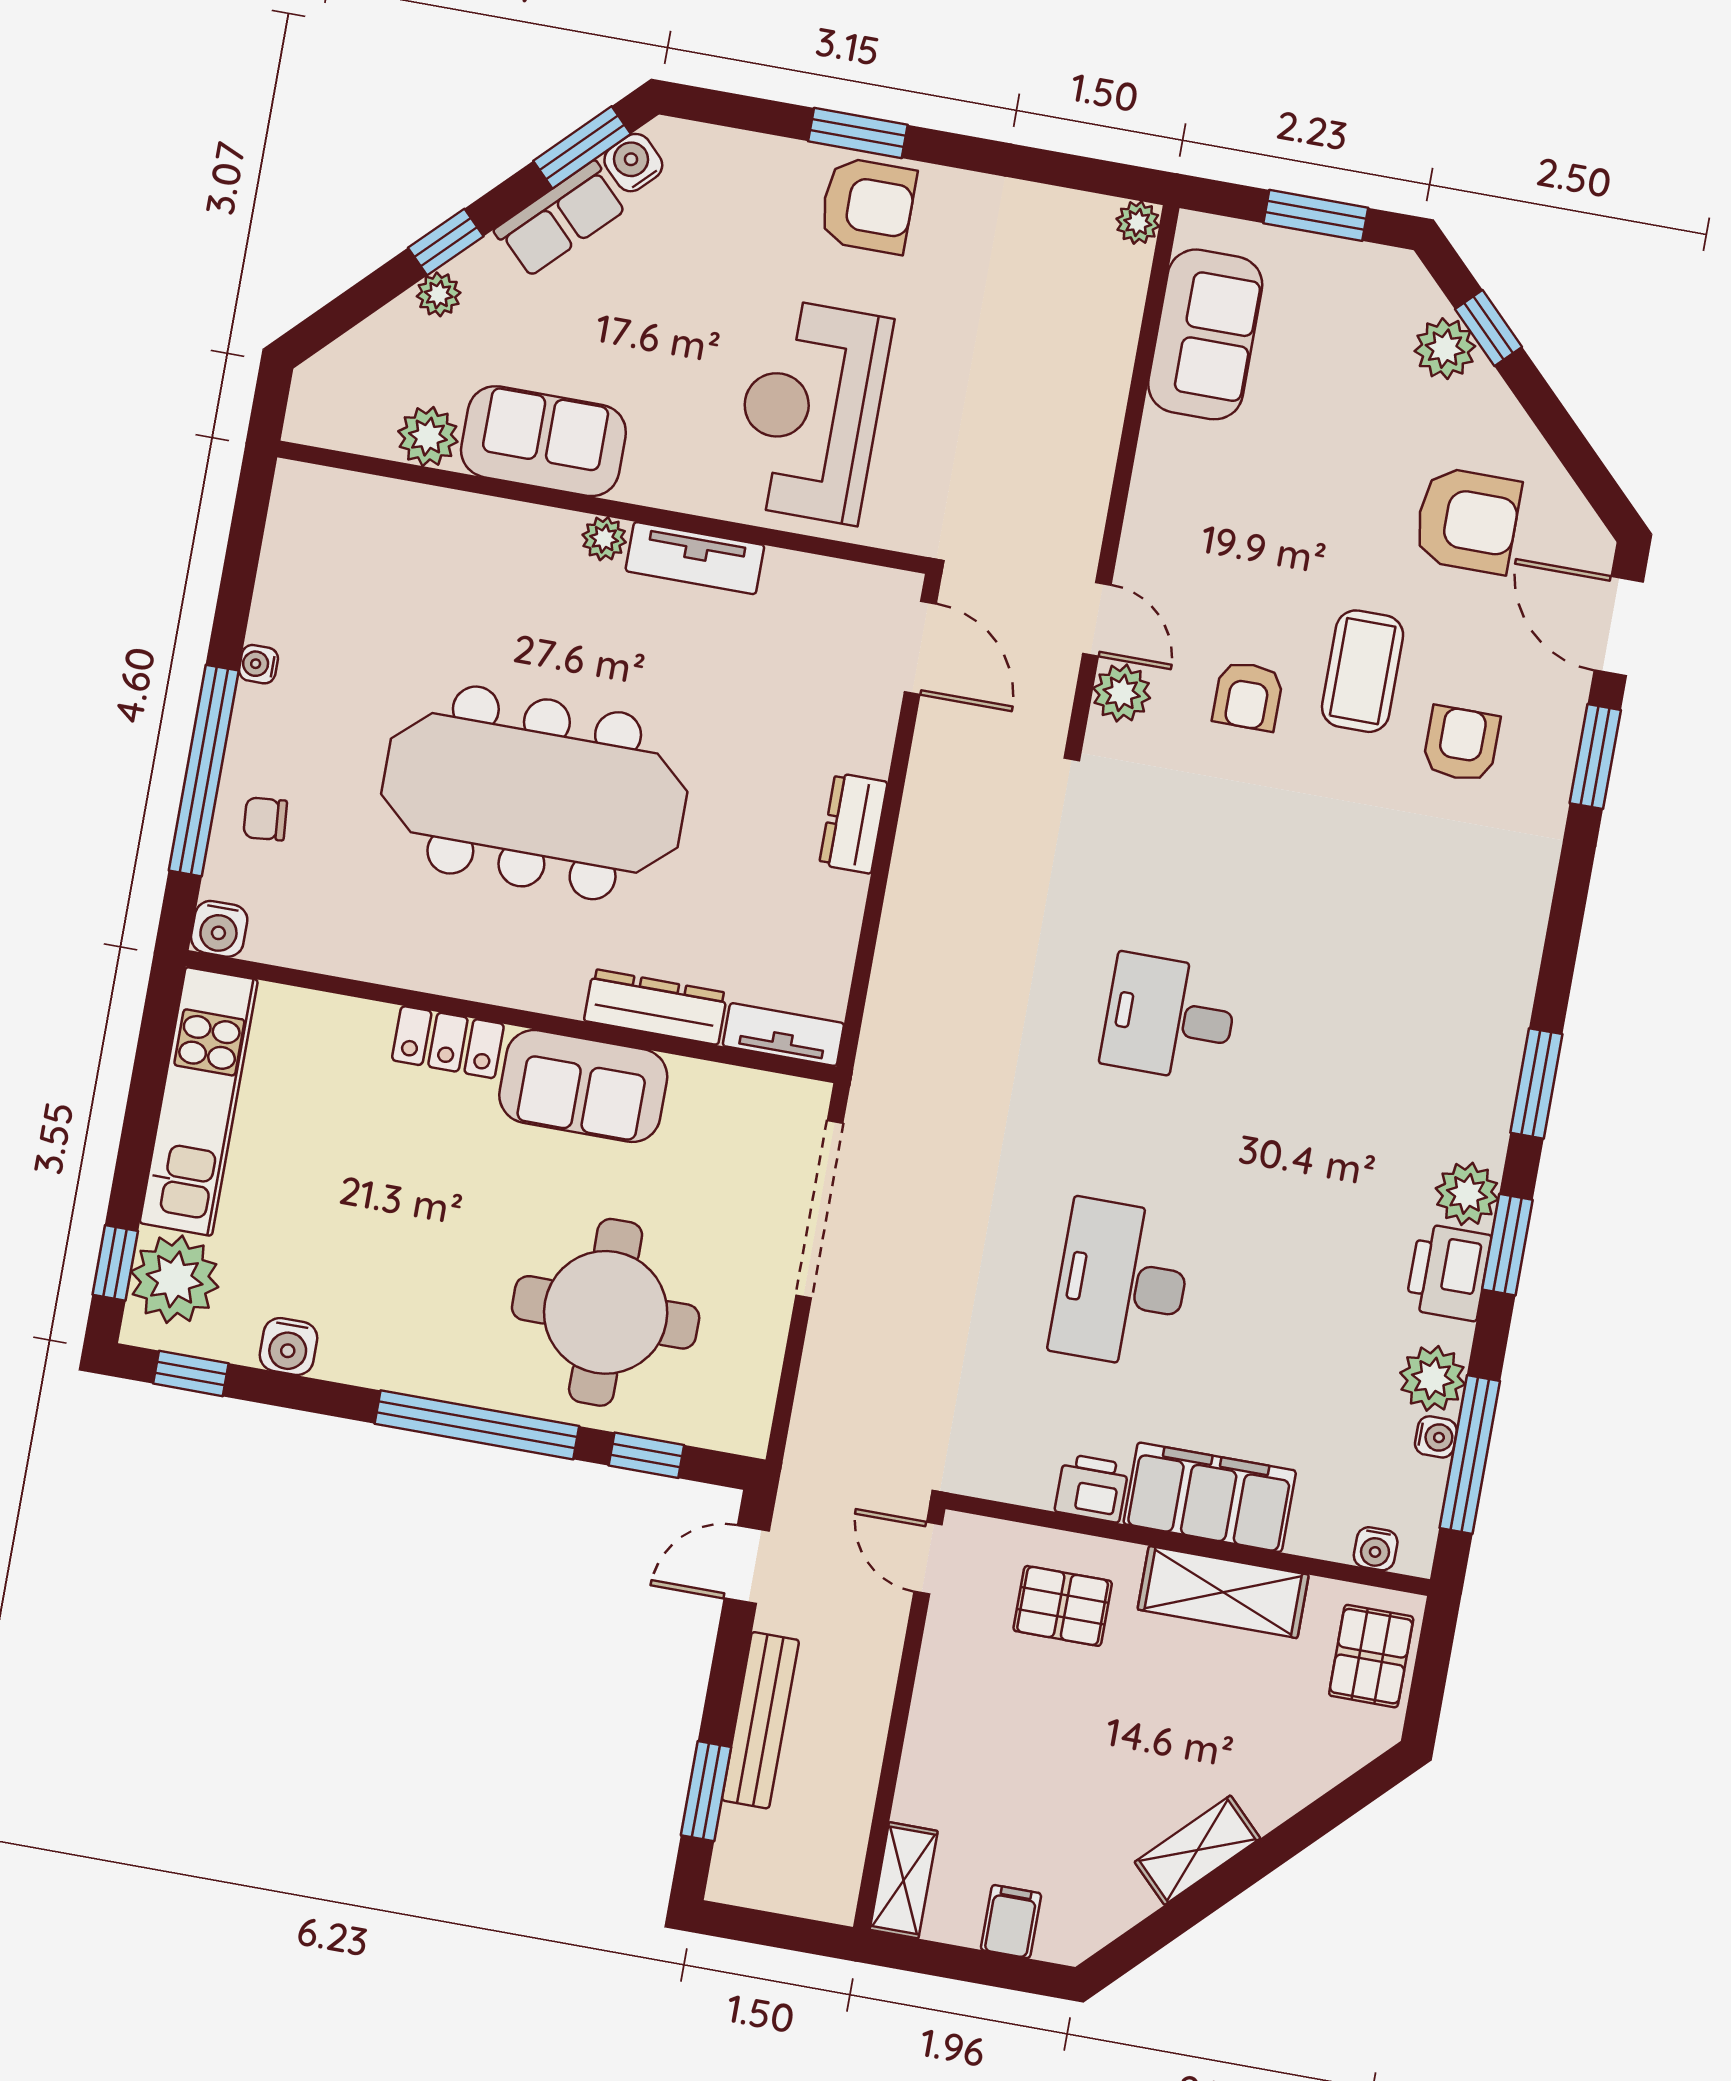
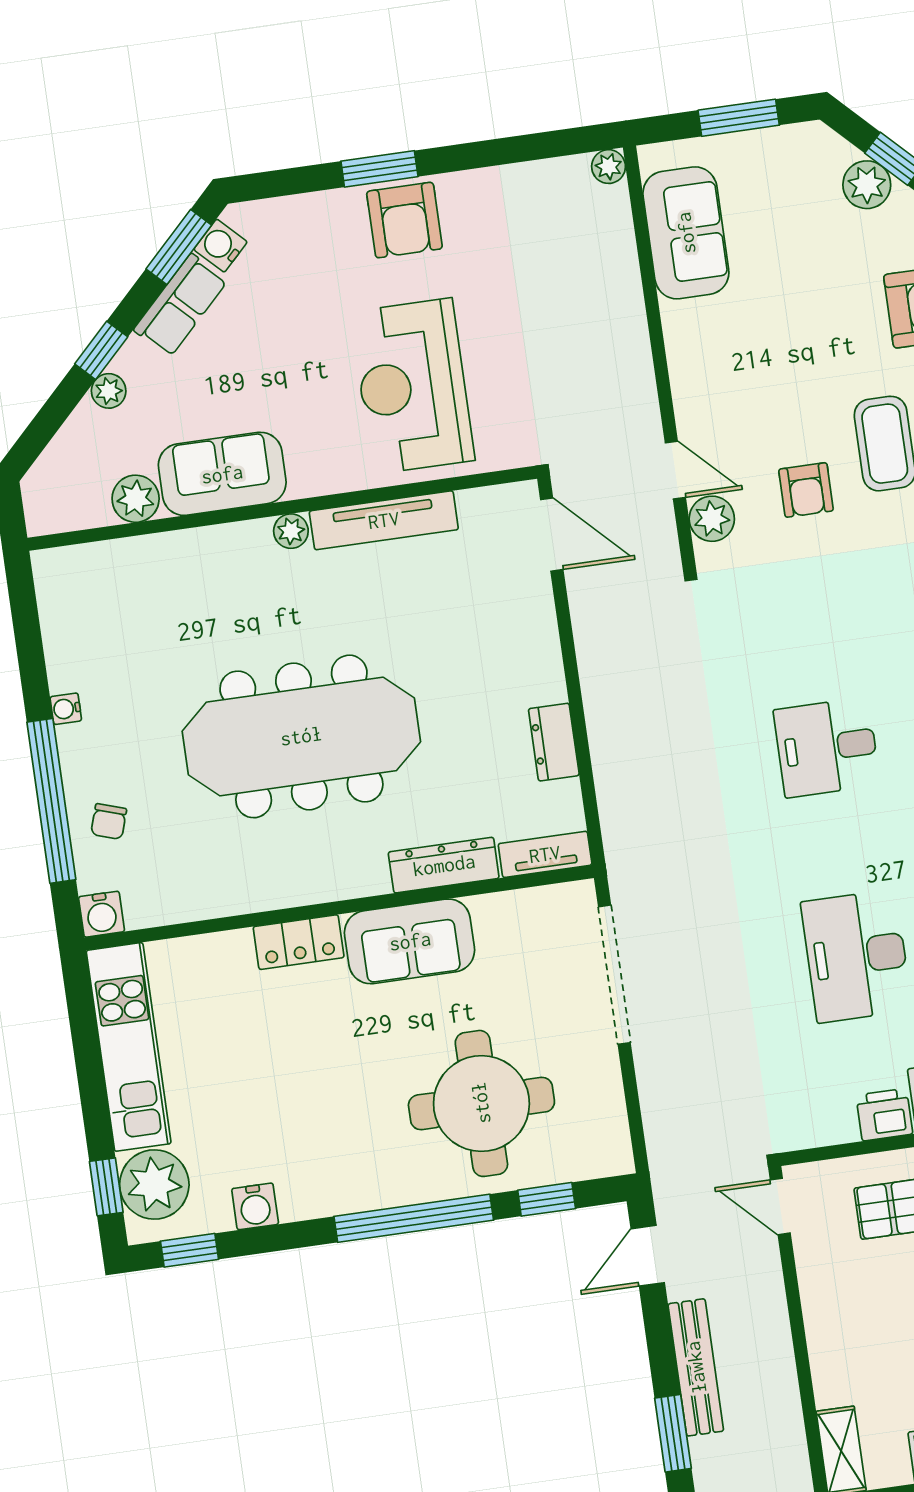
armchair: (868, 205) -> (404, 220), turned 90
tv unit: (695, 558) -> (384, 520), width x1.41
chair: (265, 819) -> (109, 822), turned -67
dresser: (853, 823) -> (554, 742), moved

